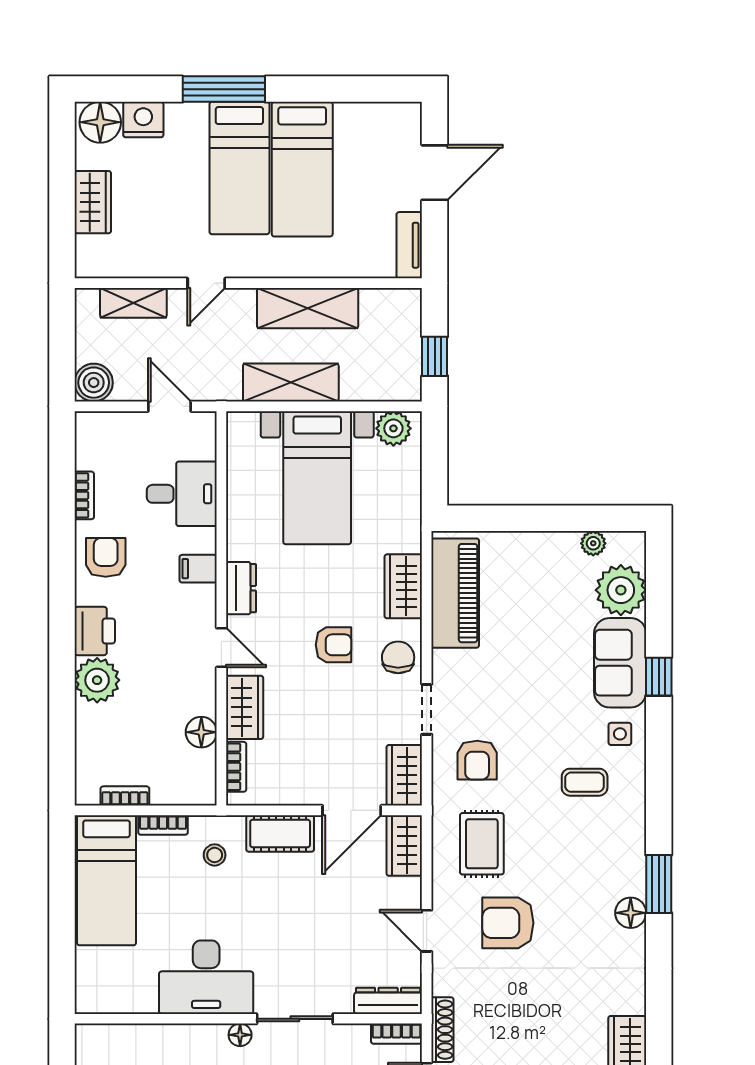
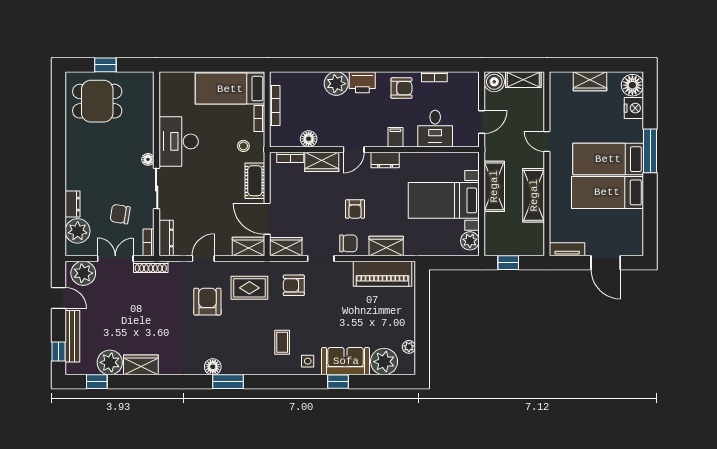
shelving: (133, 303) -> (523, 80), moved, turned 90
bookcase: (125, 796) -> (275, 106), width x1.56

